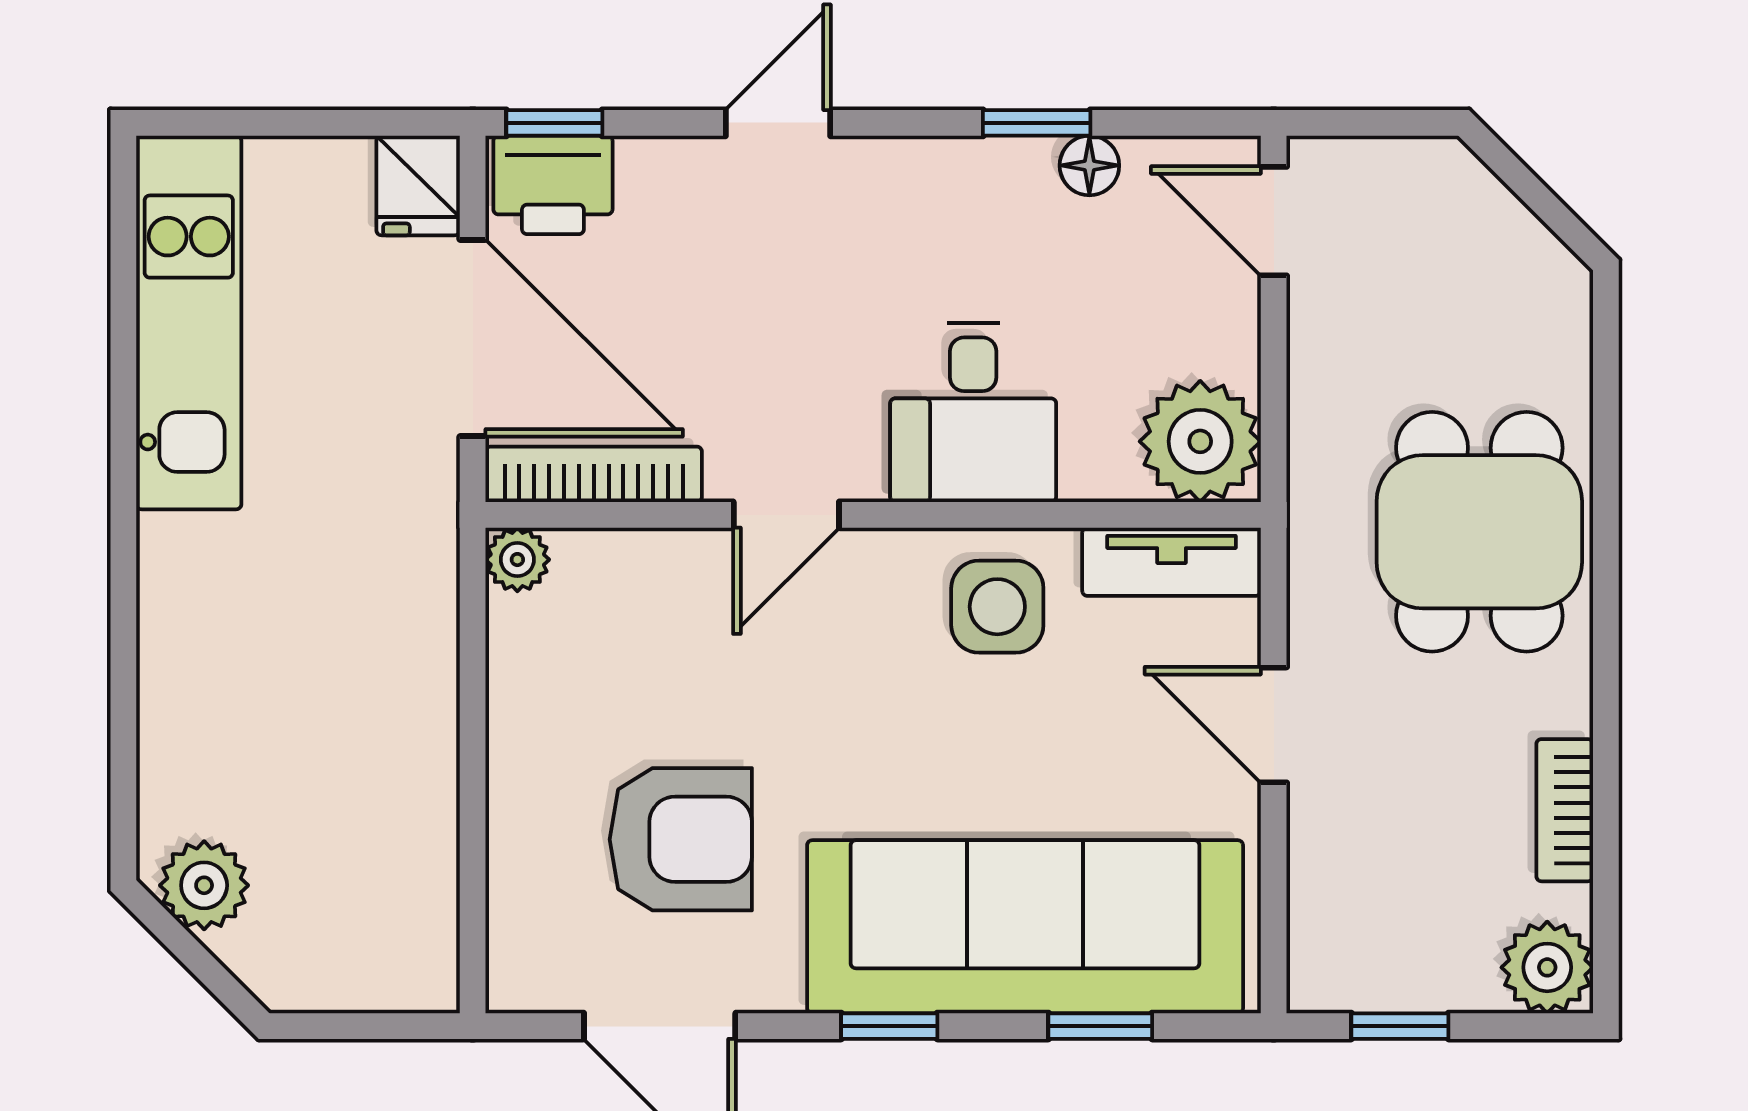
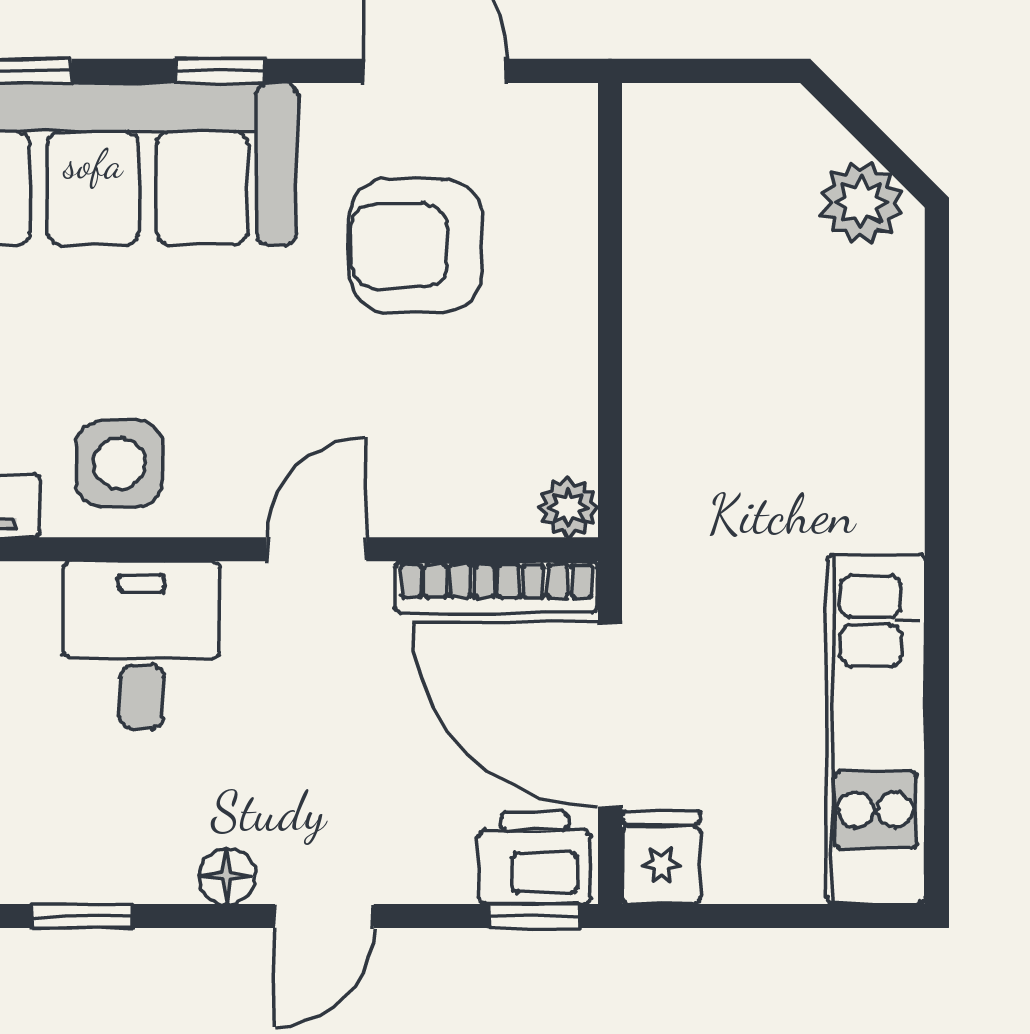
floor lamp: (1089, 165) -> (227, 876), moved

